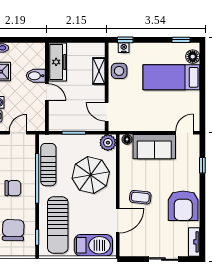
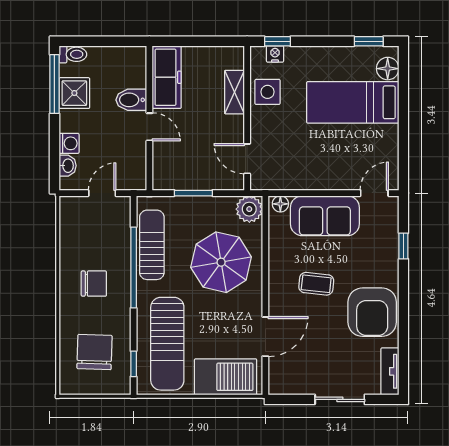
coffee table: (140, 197) -> (316, 284), moved

